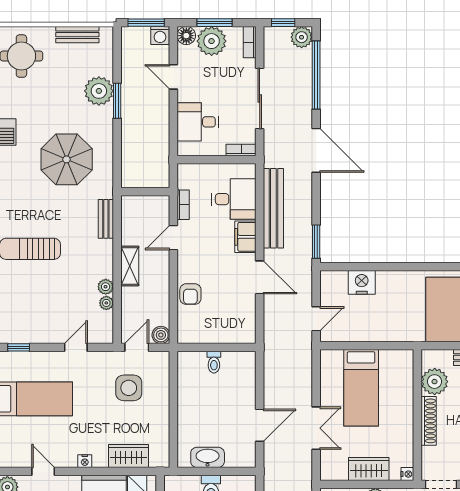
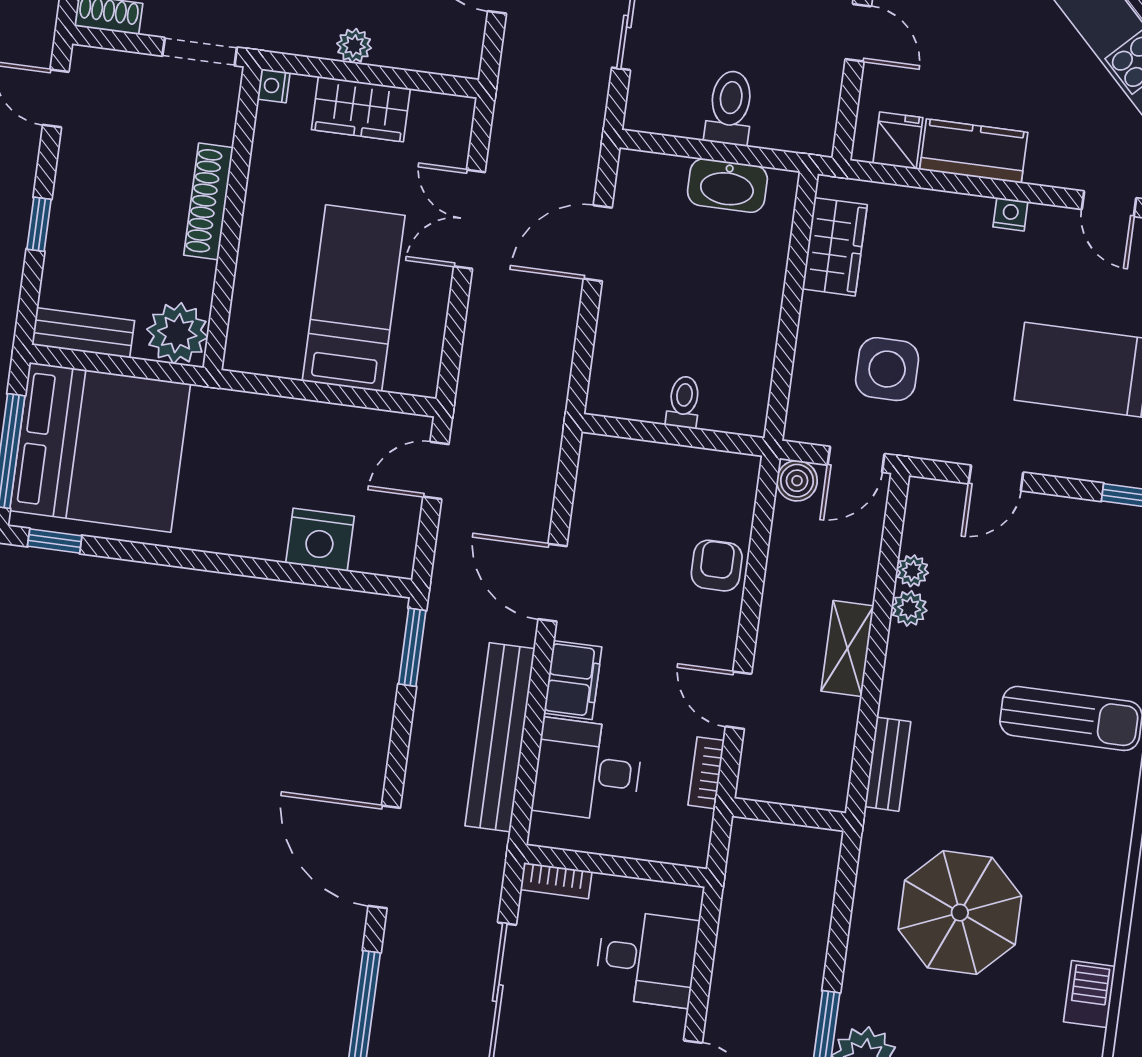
door: (173, 238) -> (739, 700), swing flipped
plant: (435, 382) -> (177, 333), moved
wardrobe: (129, 456) -> (835, 247), moved, turned -90

